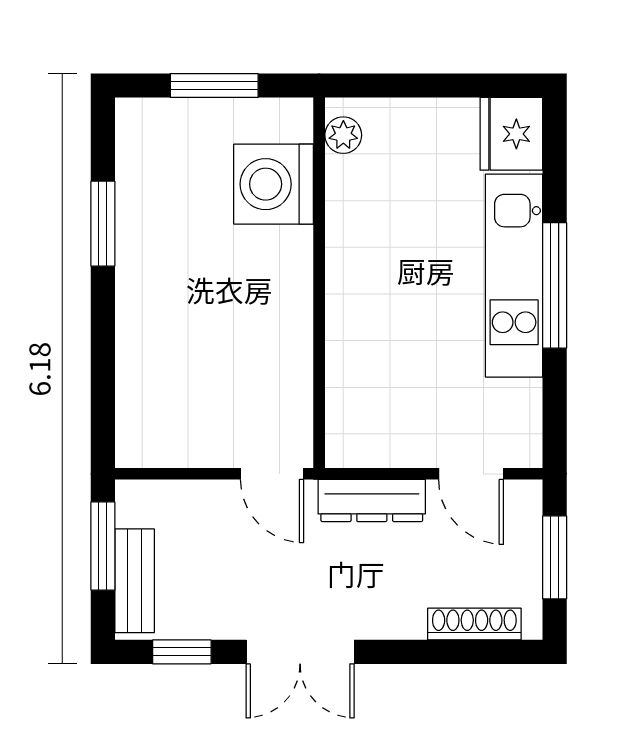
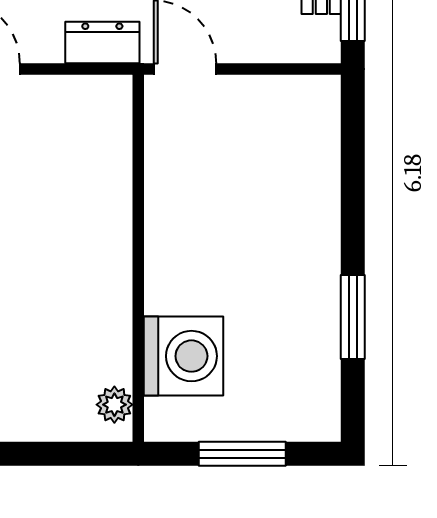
dresser: (372, 500) -> (102, 42), width x0.70

